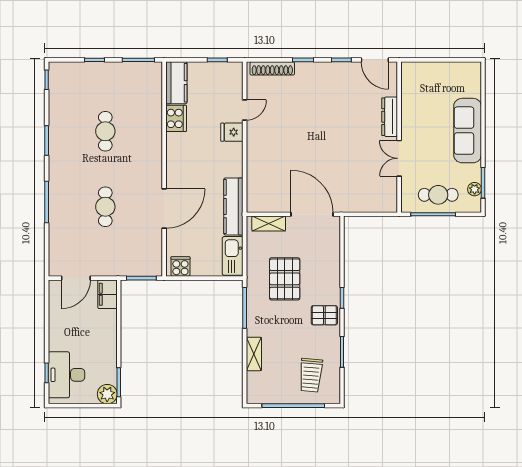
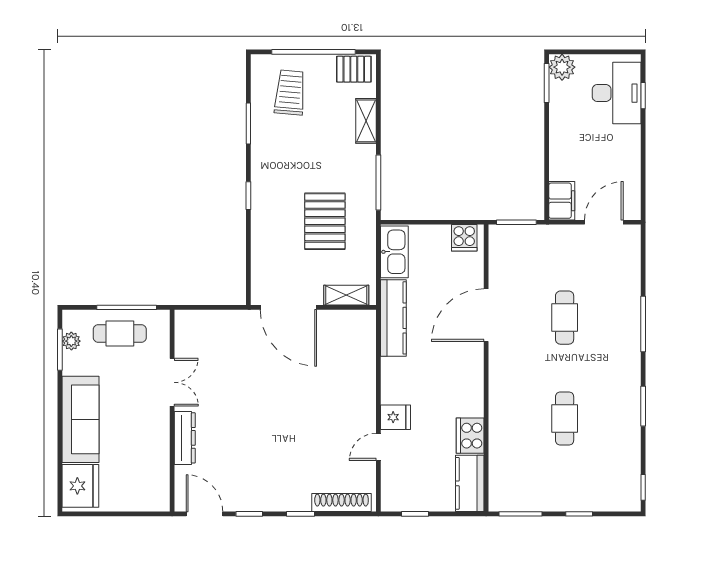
fridge: (468, 81) -> (80, 486), added
pallet: (324, 315) -> (354, 69), moved

